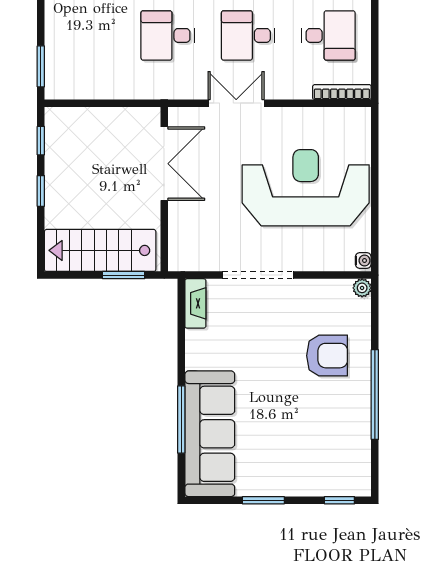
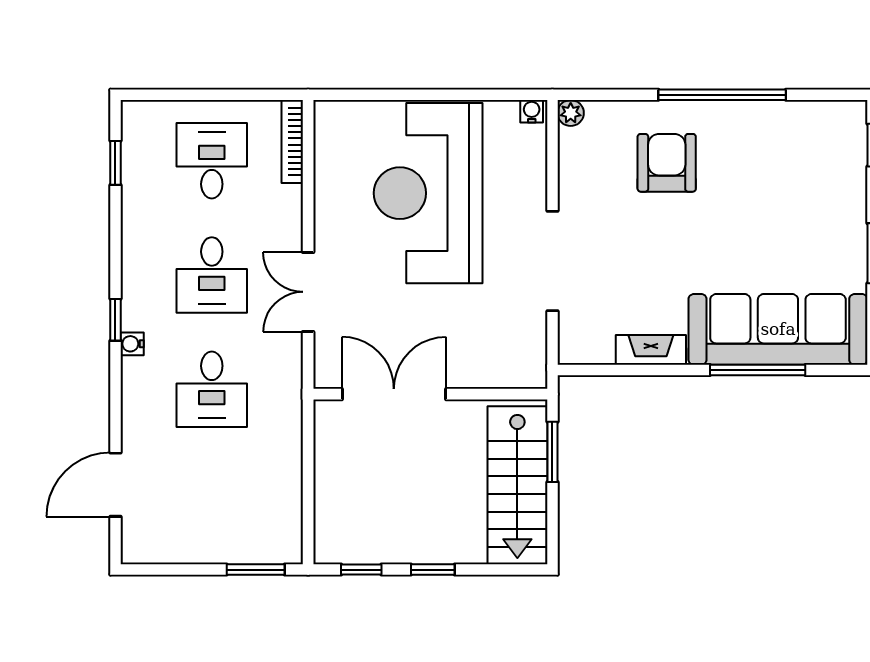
fireplace: (195, 303) -> (651, 350), moved

